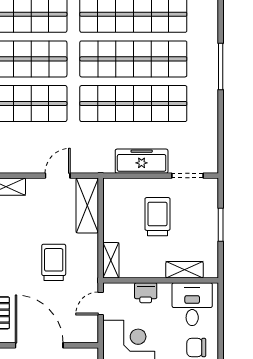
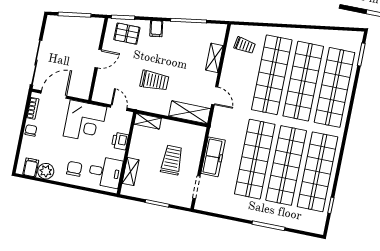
trolley: (157, 217) -> (172, 160), turned -90
door: (39, 345) -> (98, 59), width x0.53

